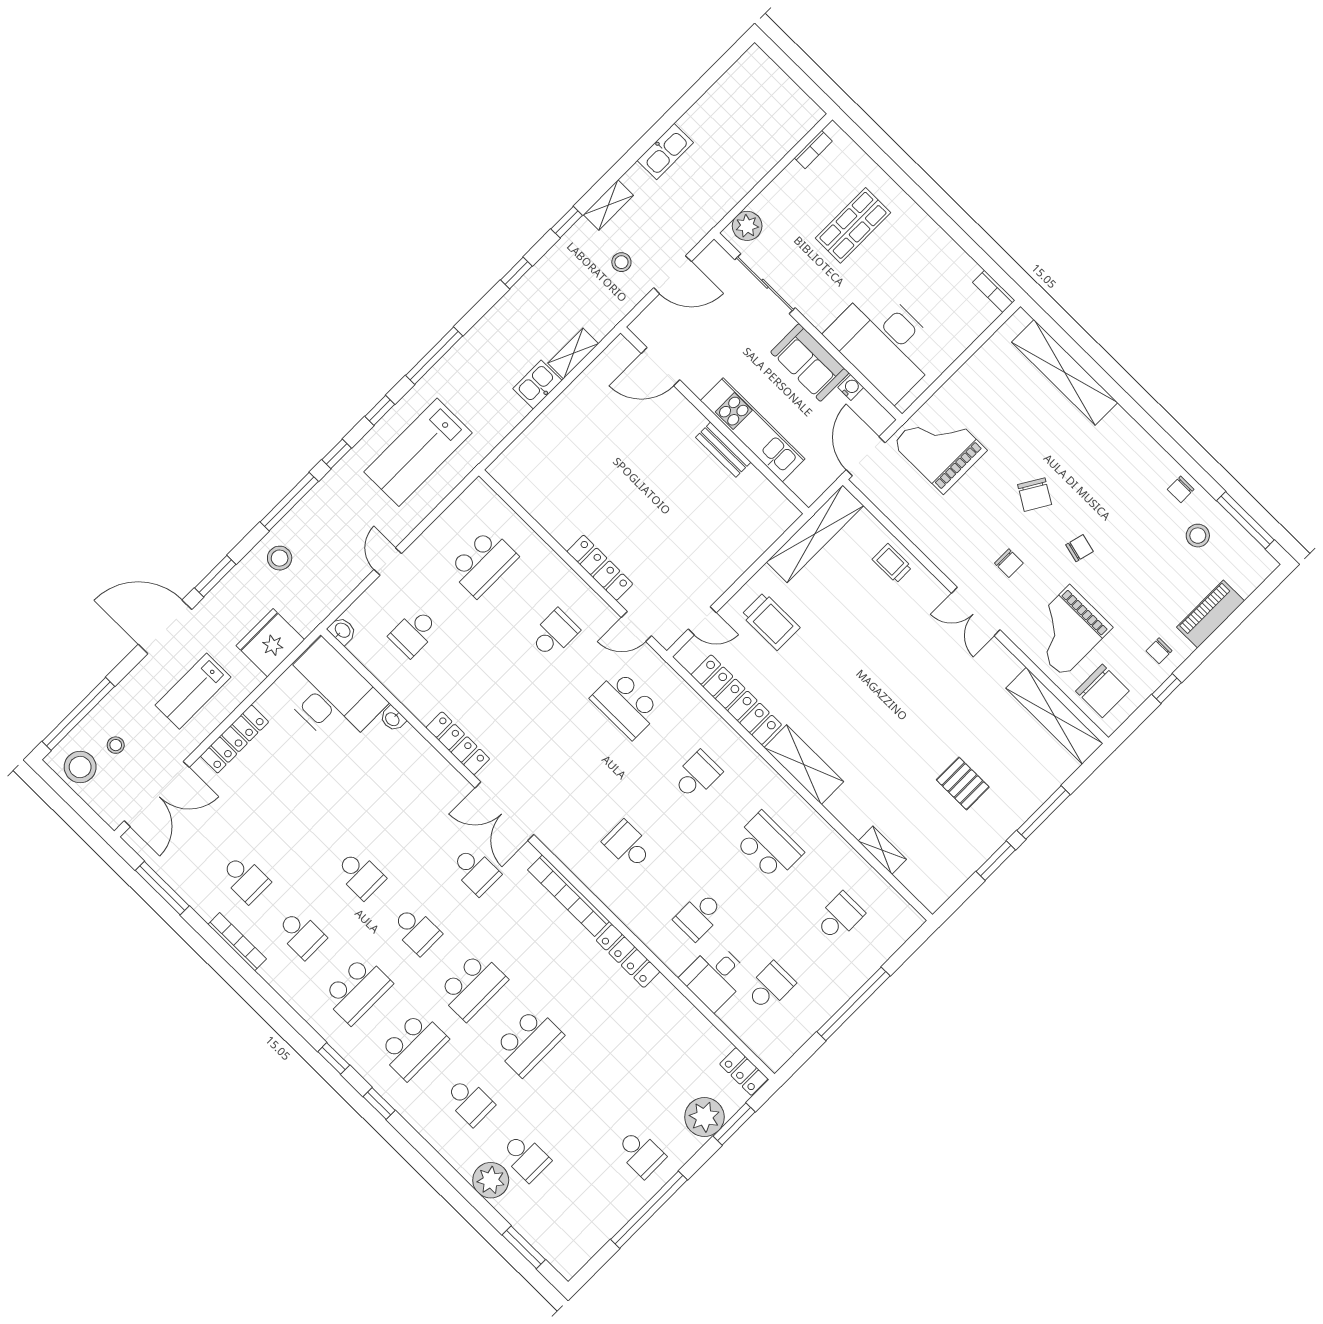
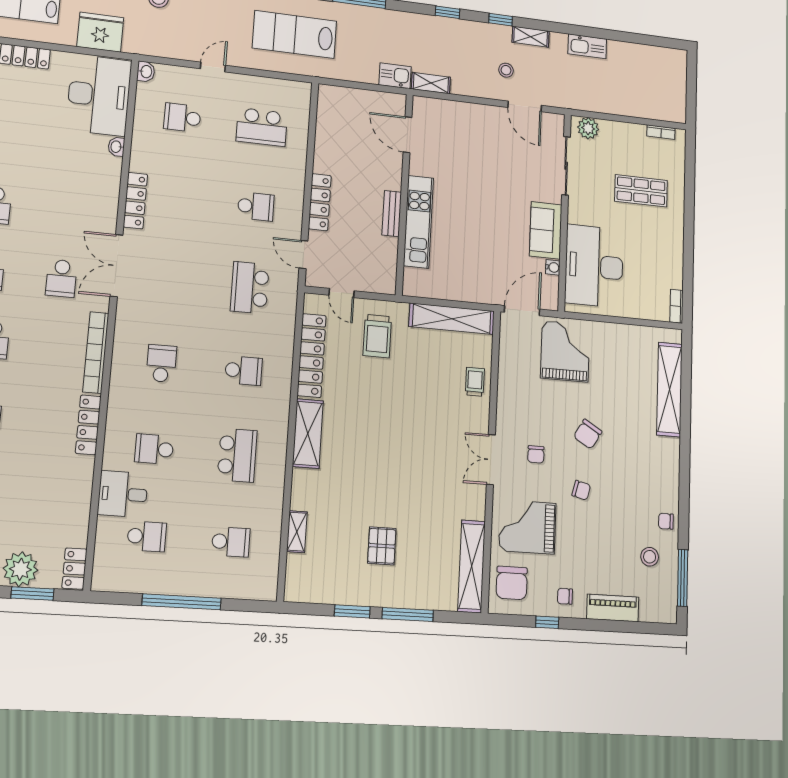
door: (660, 367) -> (408, 135), moved
wall: (715, 420) -> (404, 194), moved
kitchen unit: (753, 430) -> (418, 222), moved
bench: (723, 450) -> (392, 214), moved

